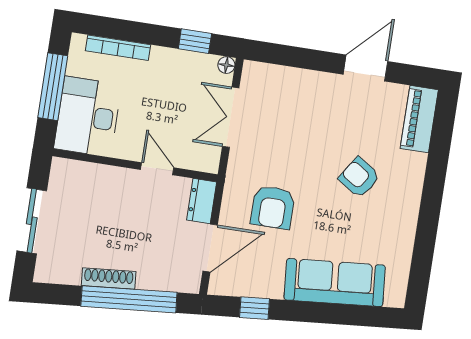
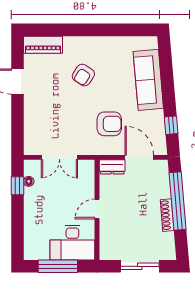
bookcase: (118, 48) -> (29, 231), removed
floor lamp: (226, 65) -> (29, 181), moved
door: (157, 169) -> (97, 209), moved

